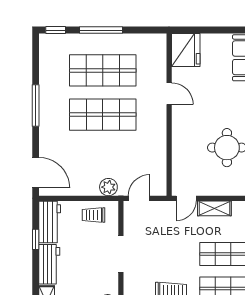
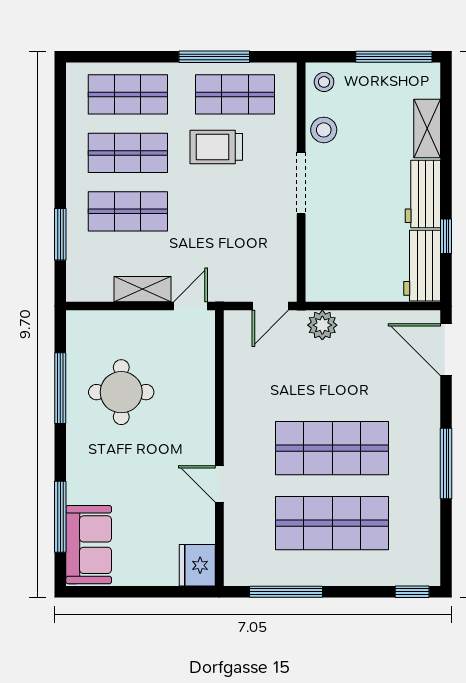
window: (101, 30) -> (286, 592), moved
fridge: (186, 50) -> (197, 565), width x0.73, depth x0.75
trolley: (93, 215) -> (348, 278), removed
doorway: (121, 254) -> (301, 183), moved

